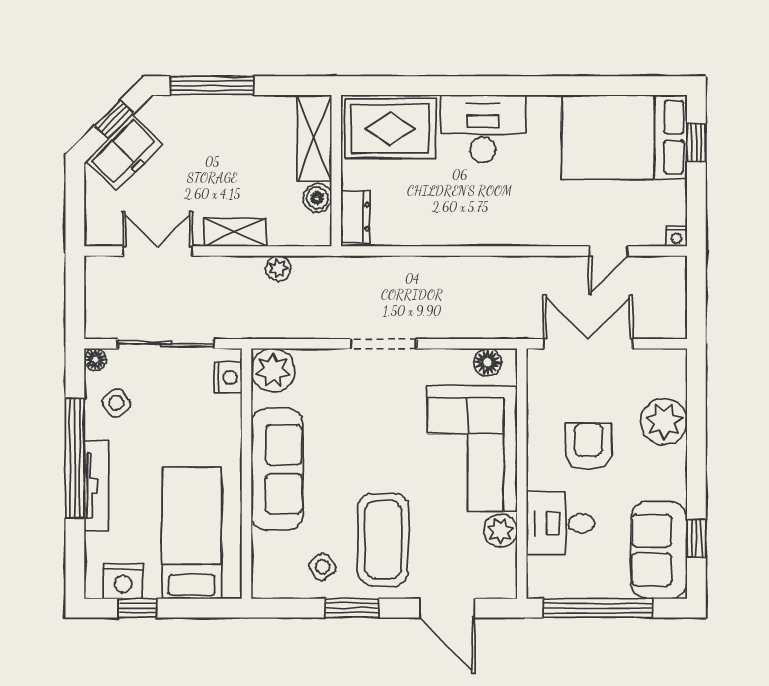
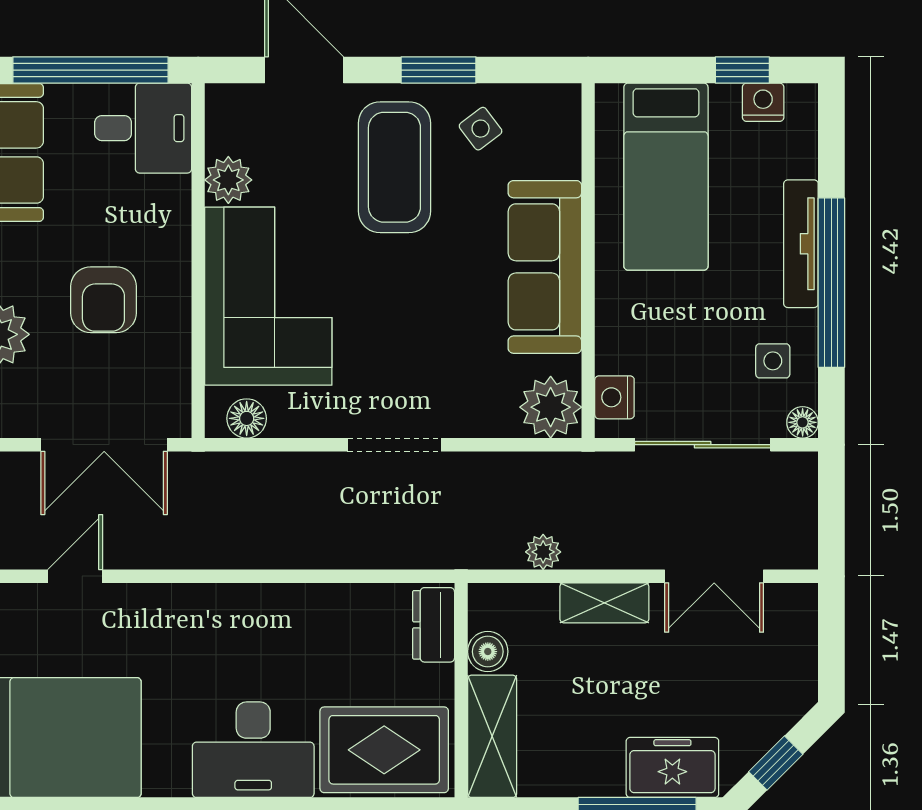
freezer: (124, 152) -> (672, 767), moved, turned 45
side table: (116, 403) -> (773, 361), turned 37
desk: (560, 523) -> (143, 128), moved
nightstand: (123, 581) -> (763, 102), width x0.74, depth x0.75

